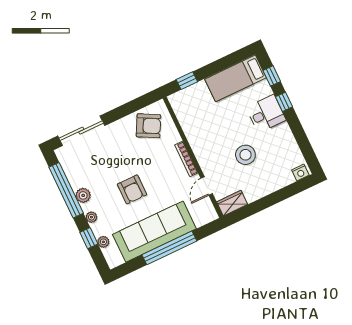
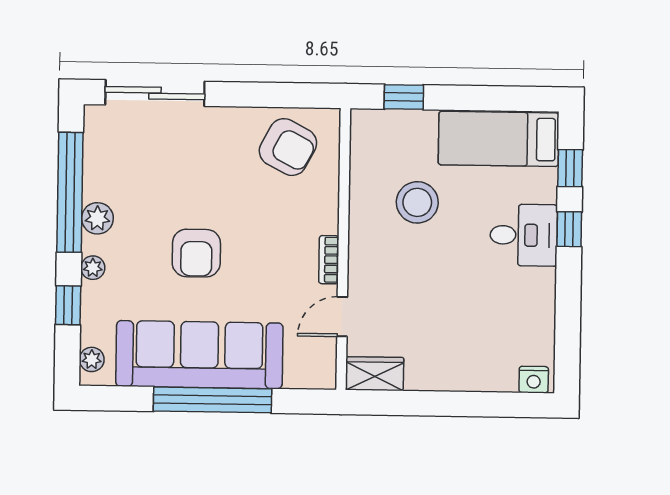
stool: (245, 155) -> (417, 202), moved
bookcase: (186, 159) -> (329, 260), width x0.64
plant: (103, 242) -> (92, 359), moved

